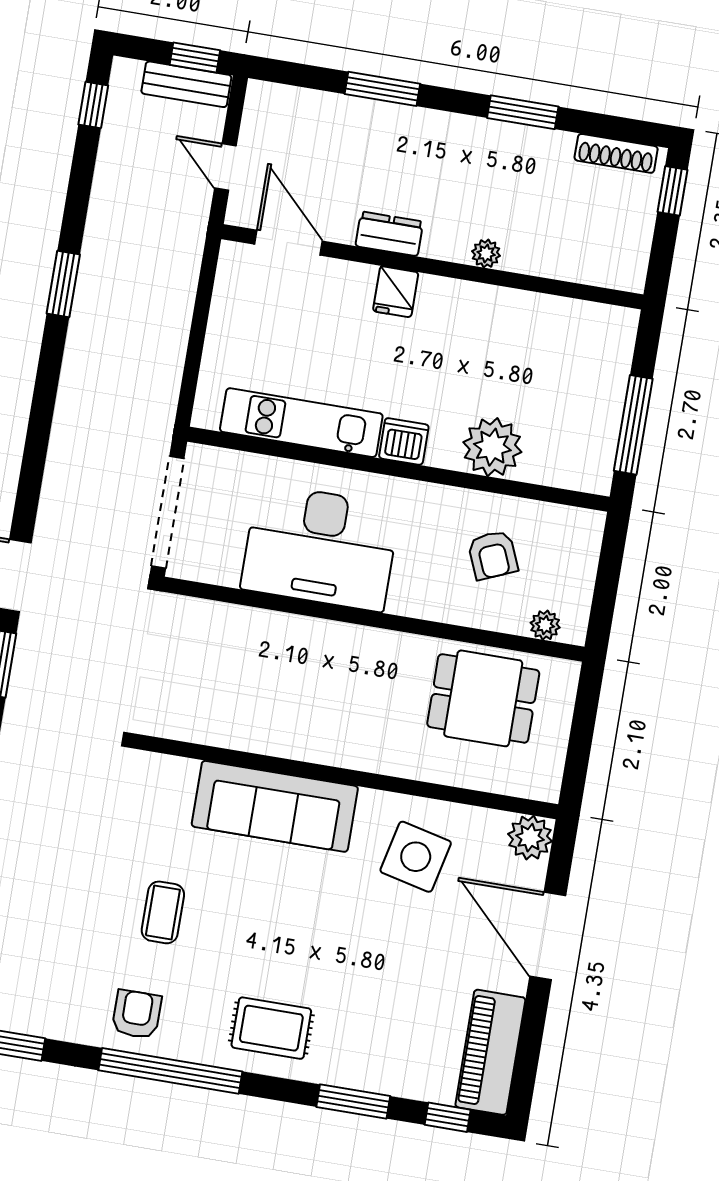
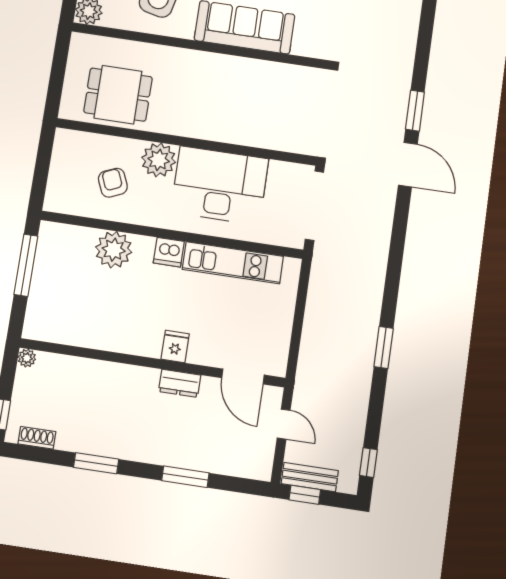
shoe rack: (616, 153) -> (37, 438), width x0.70
plant: (486, 254) -> (27, 358), moved
plant: (545, 625) -> (159, 160), moved, width x1.88, depth x1.88

